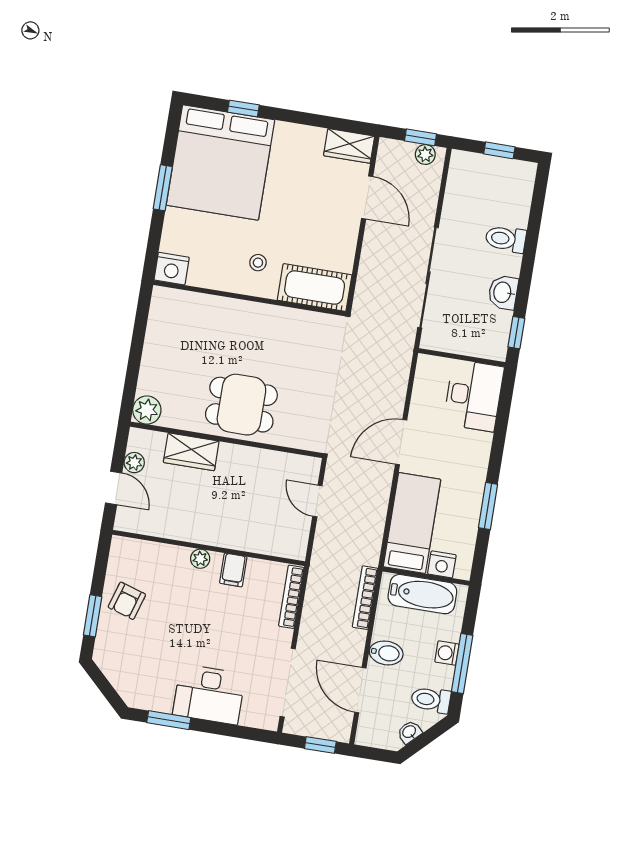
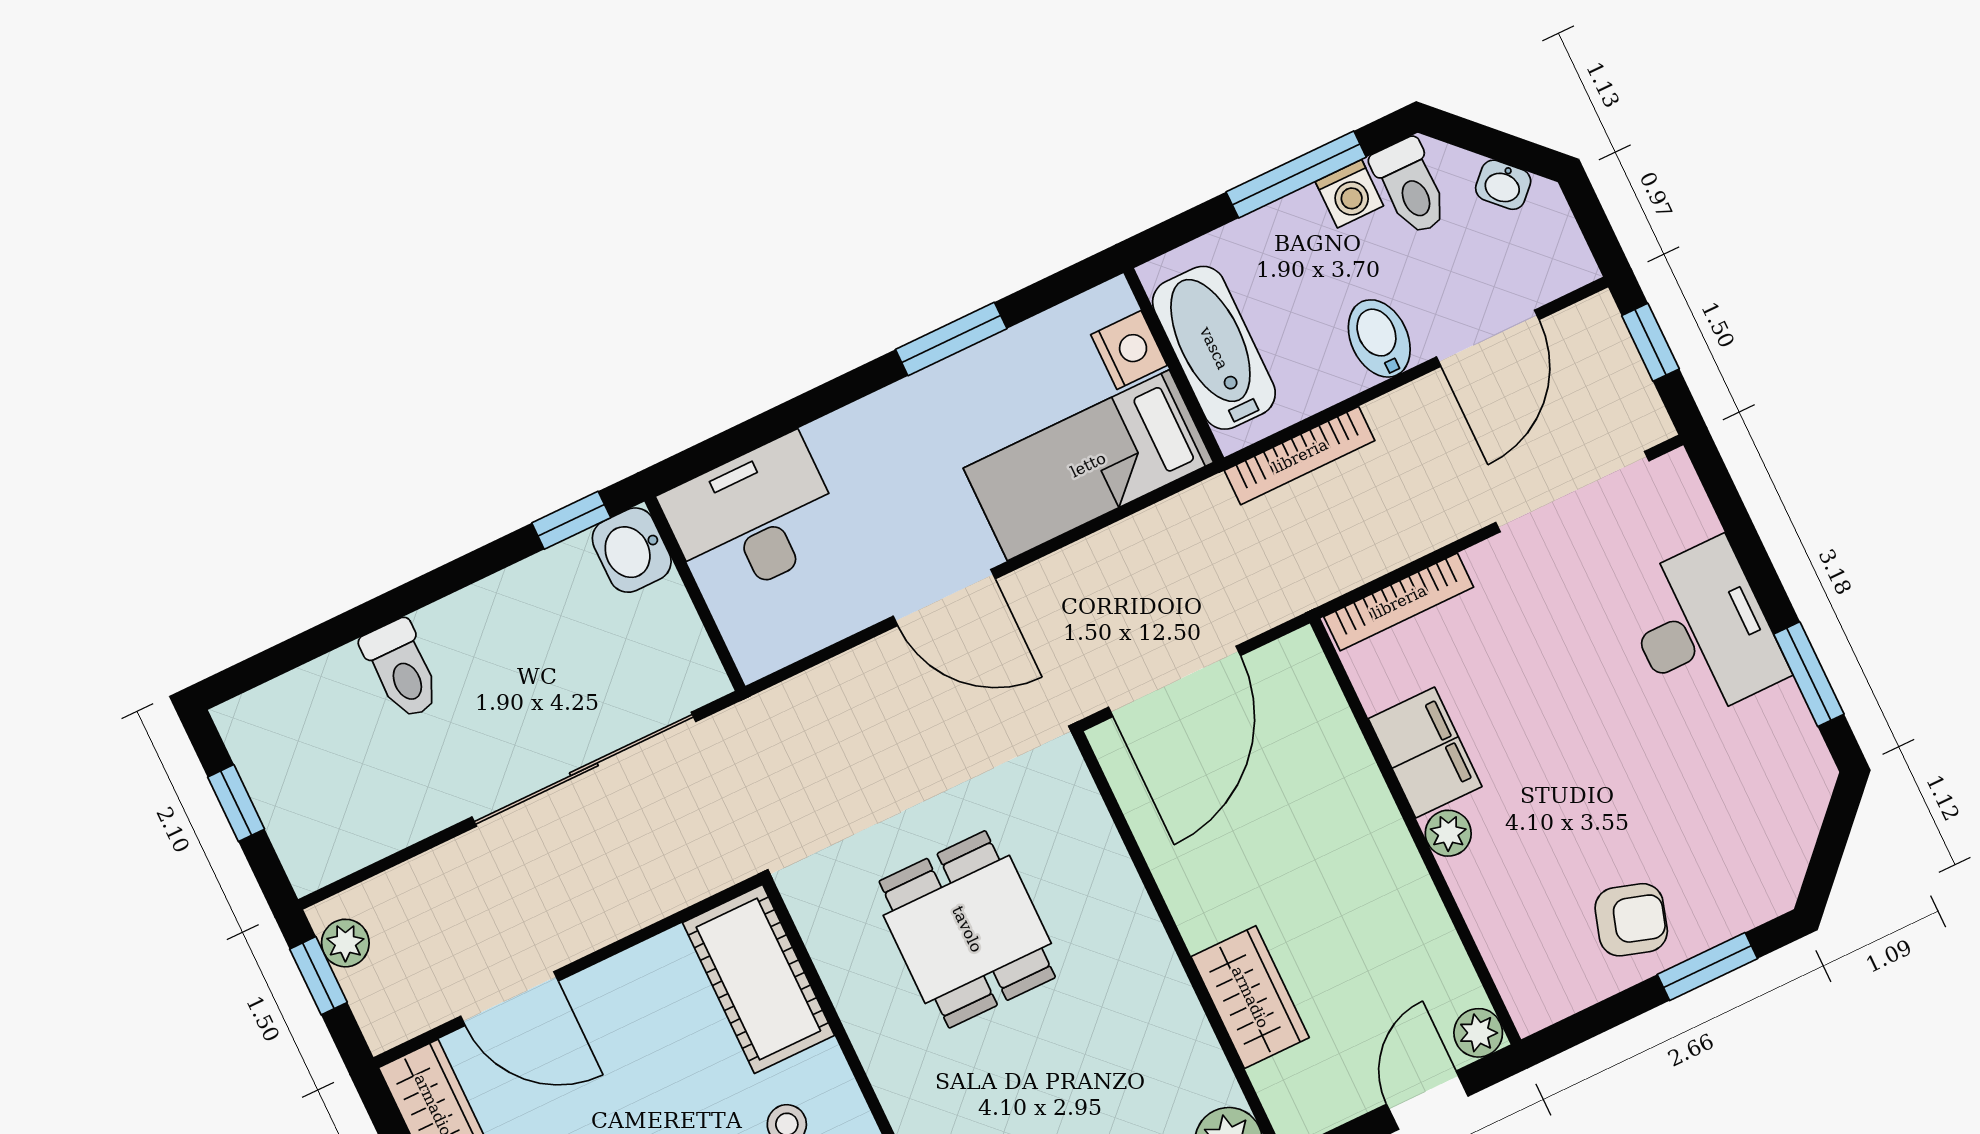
door: (367, 197) -> (509, 999), swing flipped
washbasin: (503, 292) -> (632, 550), moved, turned 90
dining table: (241, 405) -> (967, 929), moved
plant: (134, 463) -> (1478, 1033), moved
door: (317, 501) -> (1175, 681), width x1.88
filing cabinet: (233, 570) -> (1425, 753), width x2.00
washing machine: (447, 653) -> (1349, 194), moved

